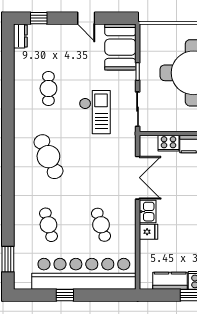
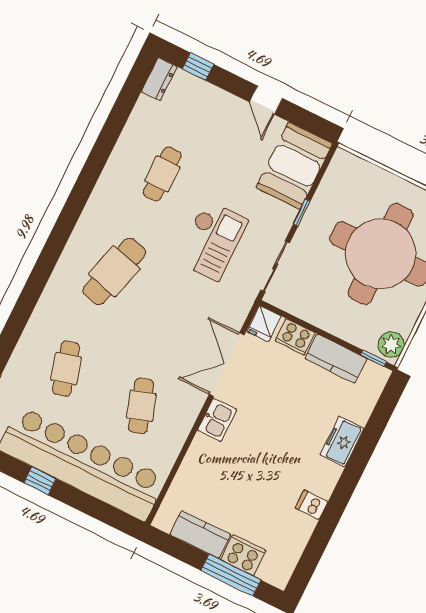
cafe table: (48, 157) -> (114, 271), turned 39
double door: (138, 178) -> (227, 364), swing flipped
fridge: (148, 232) -> (264, 324), moved, turned 90

